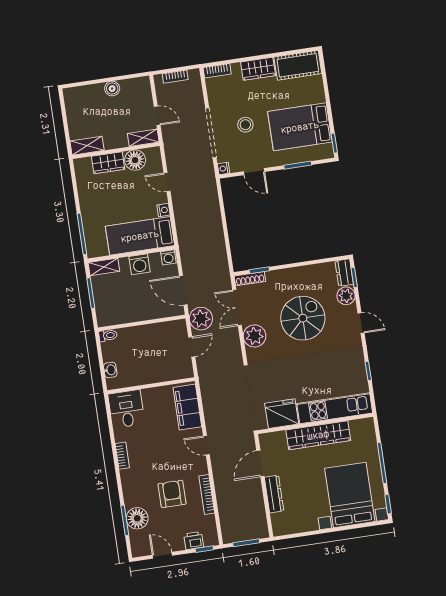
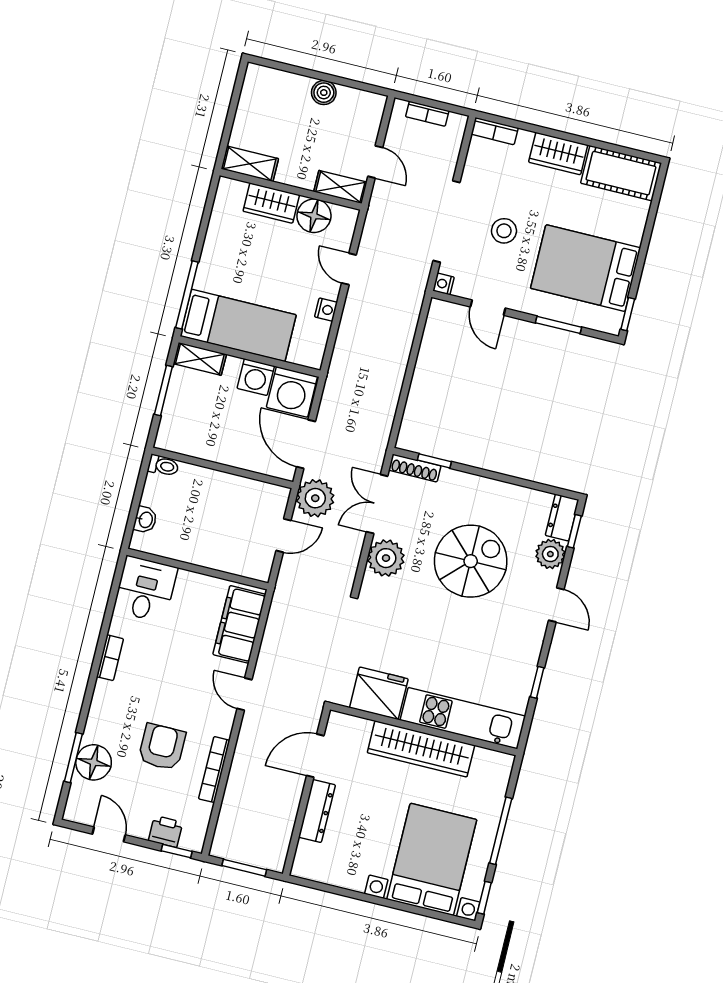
bed: (140, 236) -> (238, 325), moved, turned 180
washing machine: (168, 257) -> (292, 392), width x1.89, depth x1.89

